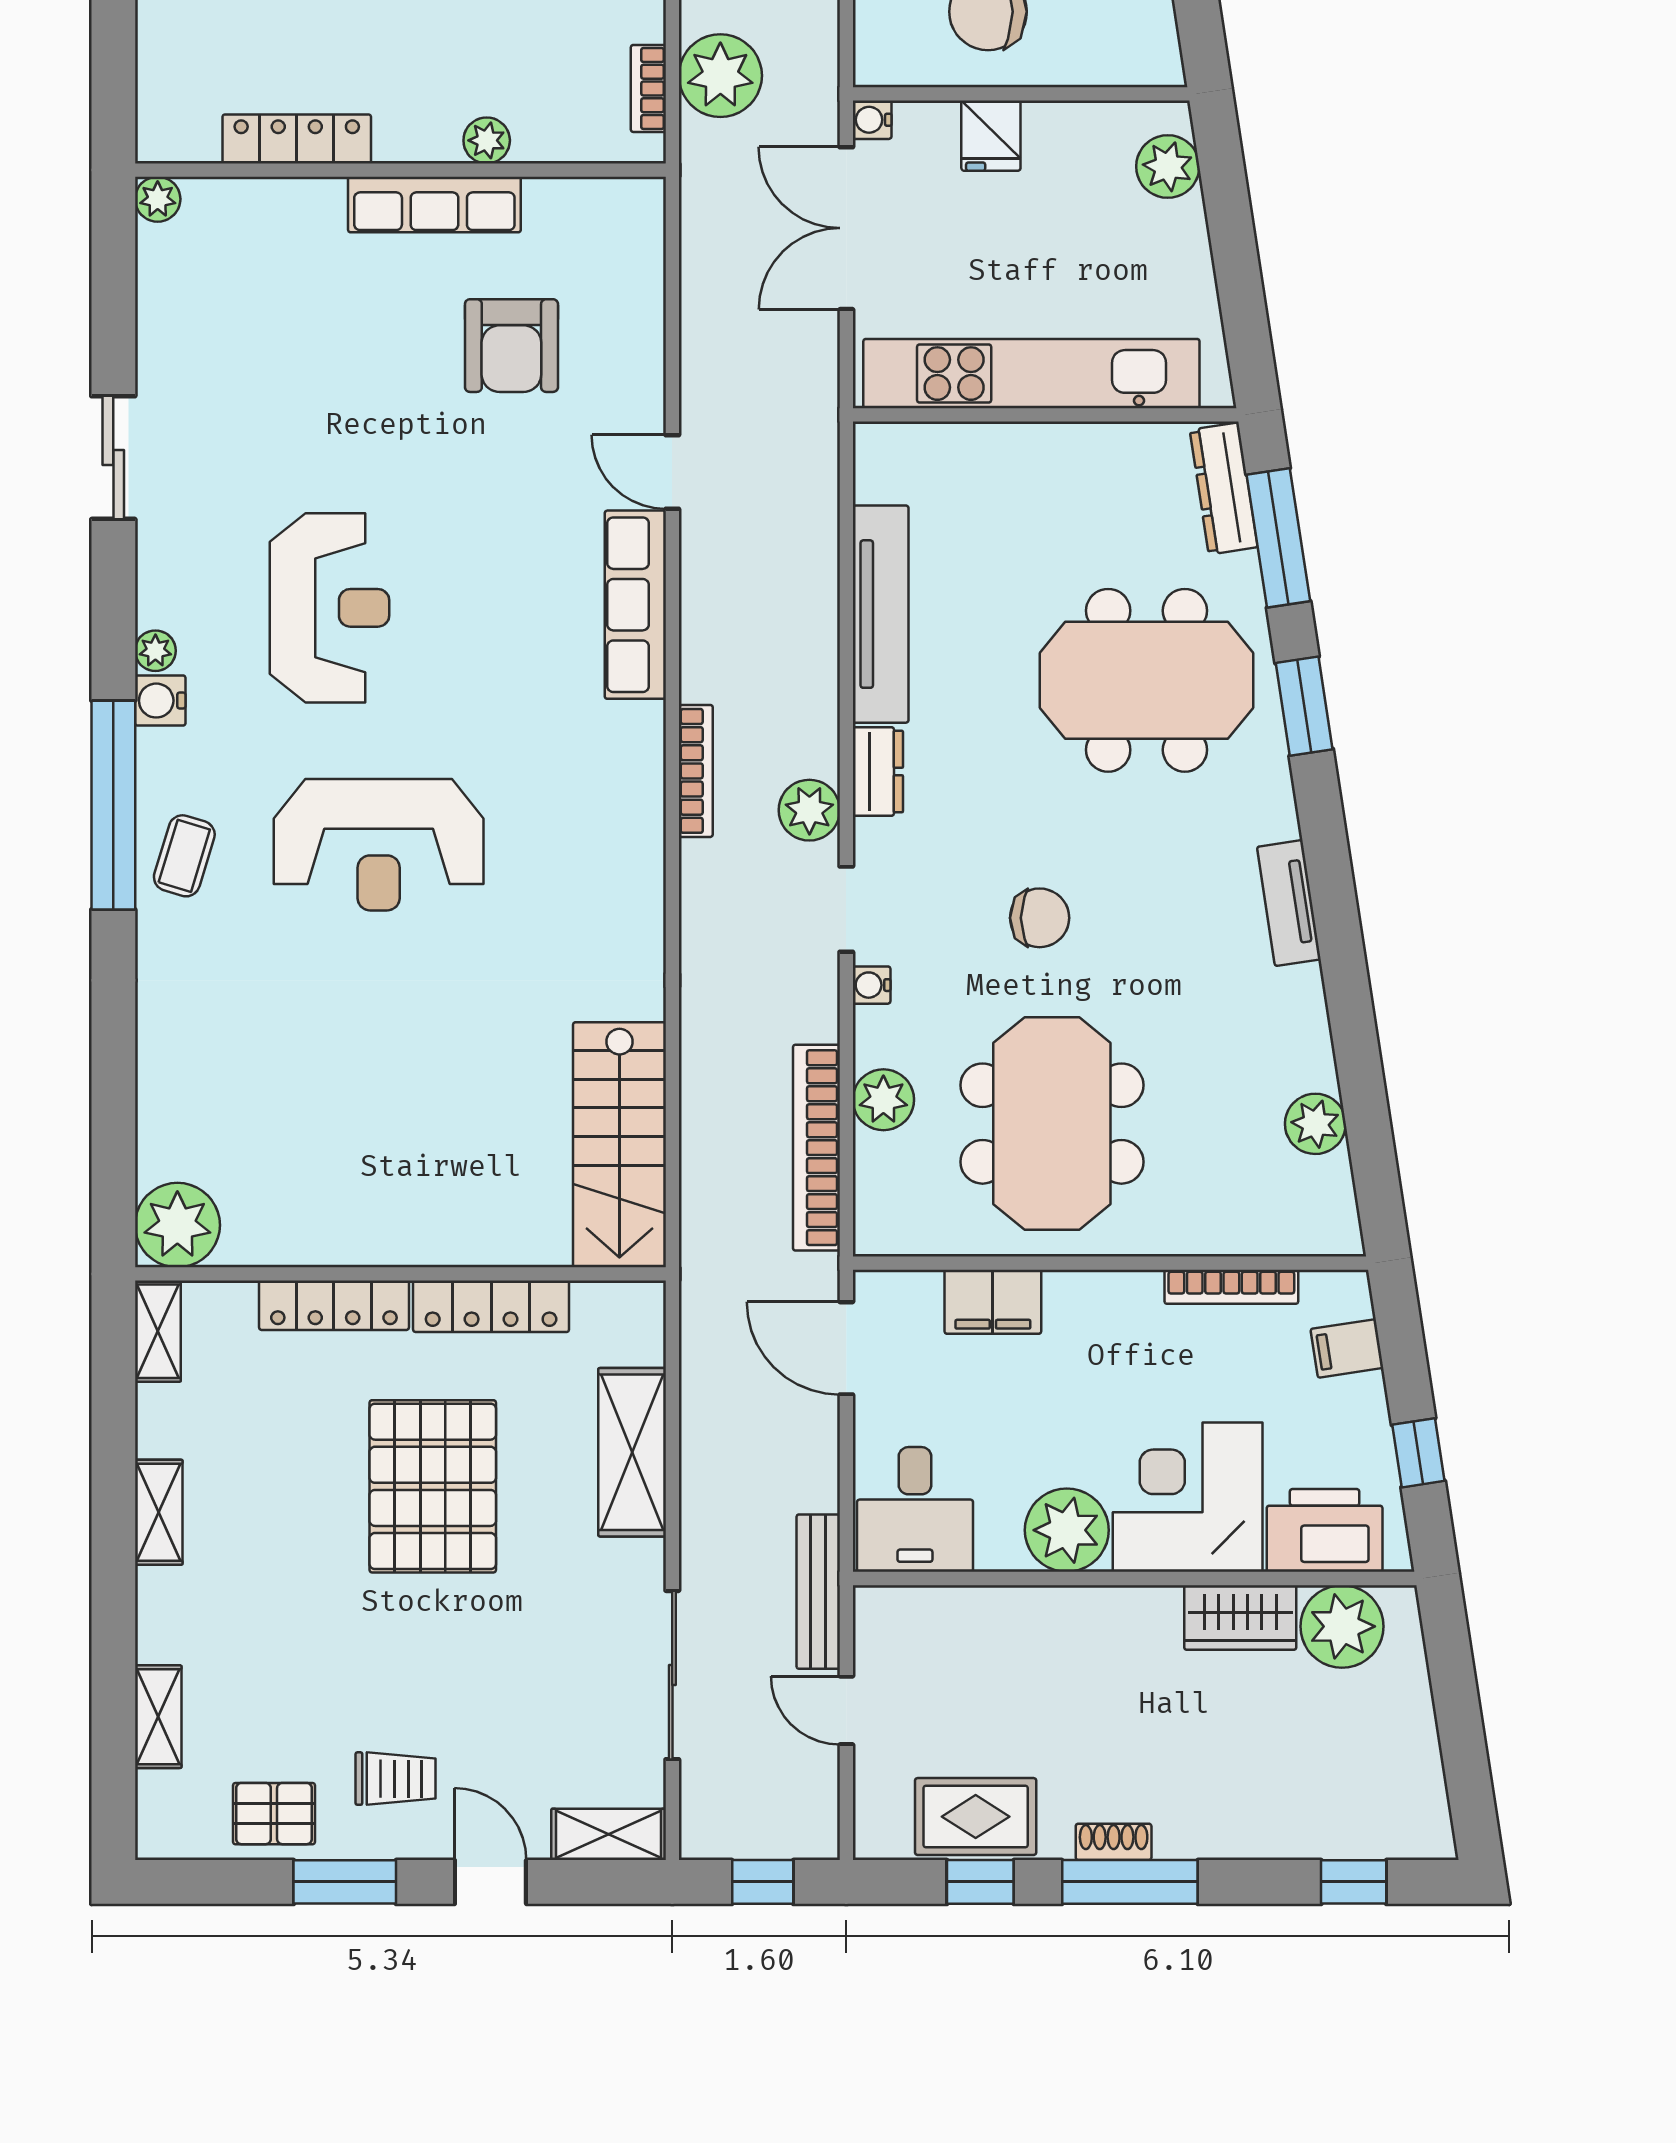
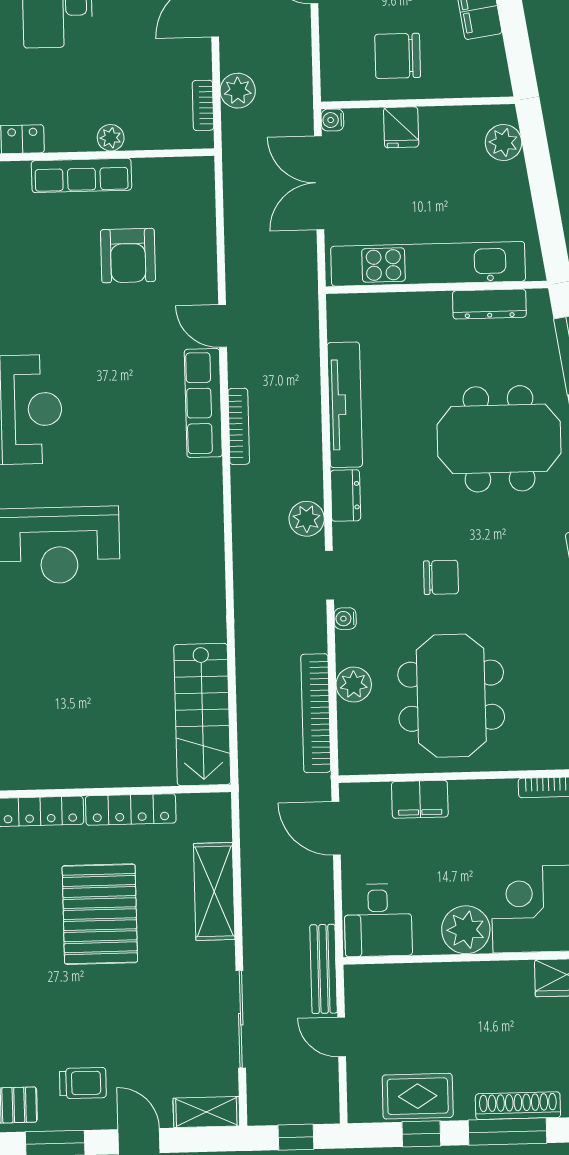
plant: (720, 76) -> (238, 91), width x0.73, depth x0.73
dresser: (1224, 488) -> (489, 304), moved, turned -81
bookcase: (696, 771) -> (239, 426), moved
shoe rack: (1114, 1842) -> (518, 1106), width x1.94, depth x1.24

